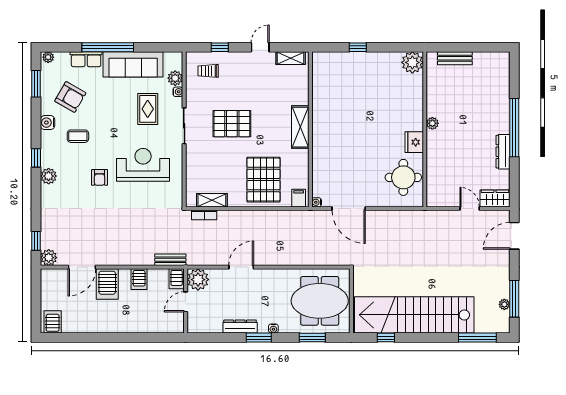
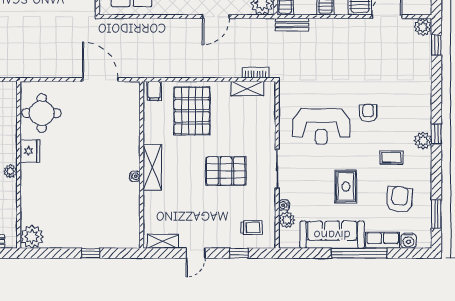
plant: (48, 57) -> (423, 242), removed
armchair: (70, 97) -> (400, 200), turned 65
rug: (148, 109) -> (346, 187), moved
water cooler: (48, 123) -> (408, 241), moved, turned 90
plant: (49, 176) -> (423, 141), moved
water cooler: (317, 202) -> (135, 176), moved

